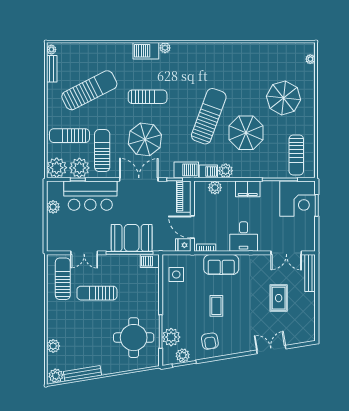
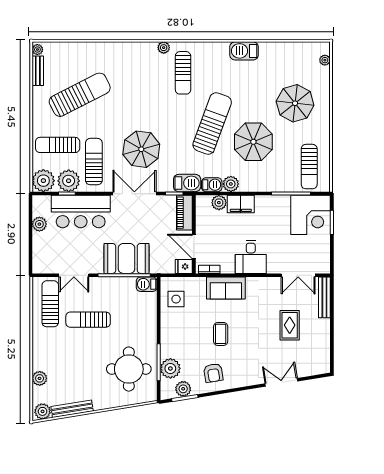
barbecue: (146, 51) -> (244, 51), moved
sun lounger: (148, 97) -> (183, 73), moved, turned 90
filing cabinet: (248, 189) -> (241, 204), moved

